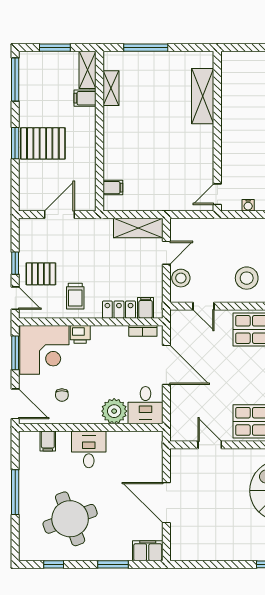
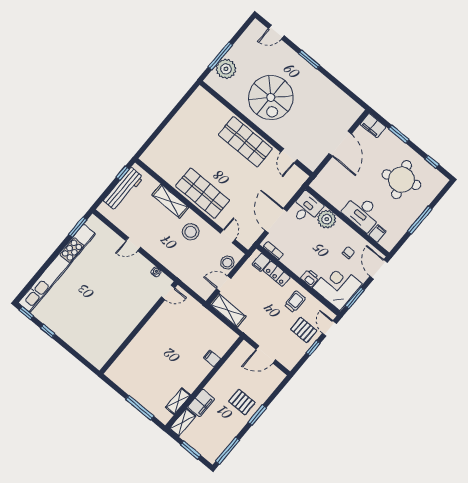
shelving: (203, 96) -> (130, 354), removed
filing cabinet: (85, 98) -> (201, 403), width x2.00
pallet: (43, 143) -> (242, 402), width x0.67, depth x0.71
filing cabinet: (113, 188) -> (212, 358), moved
desk: (89, 449) -> (362, 213), width x1.37

